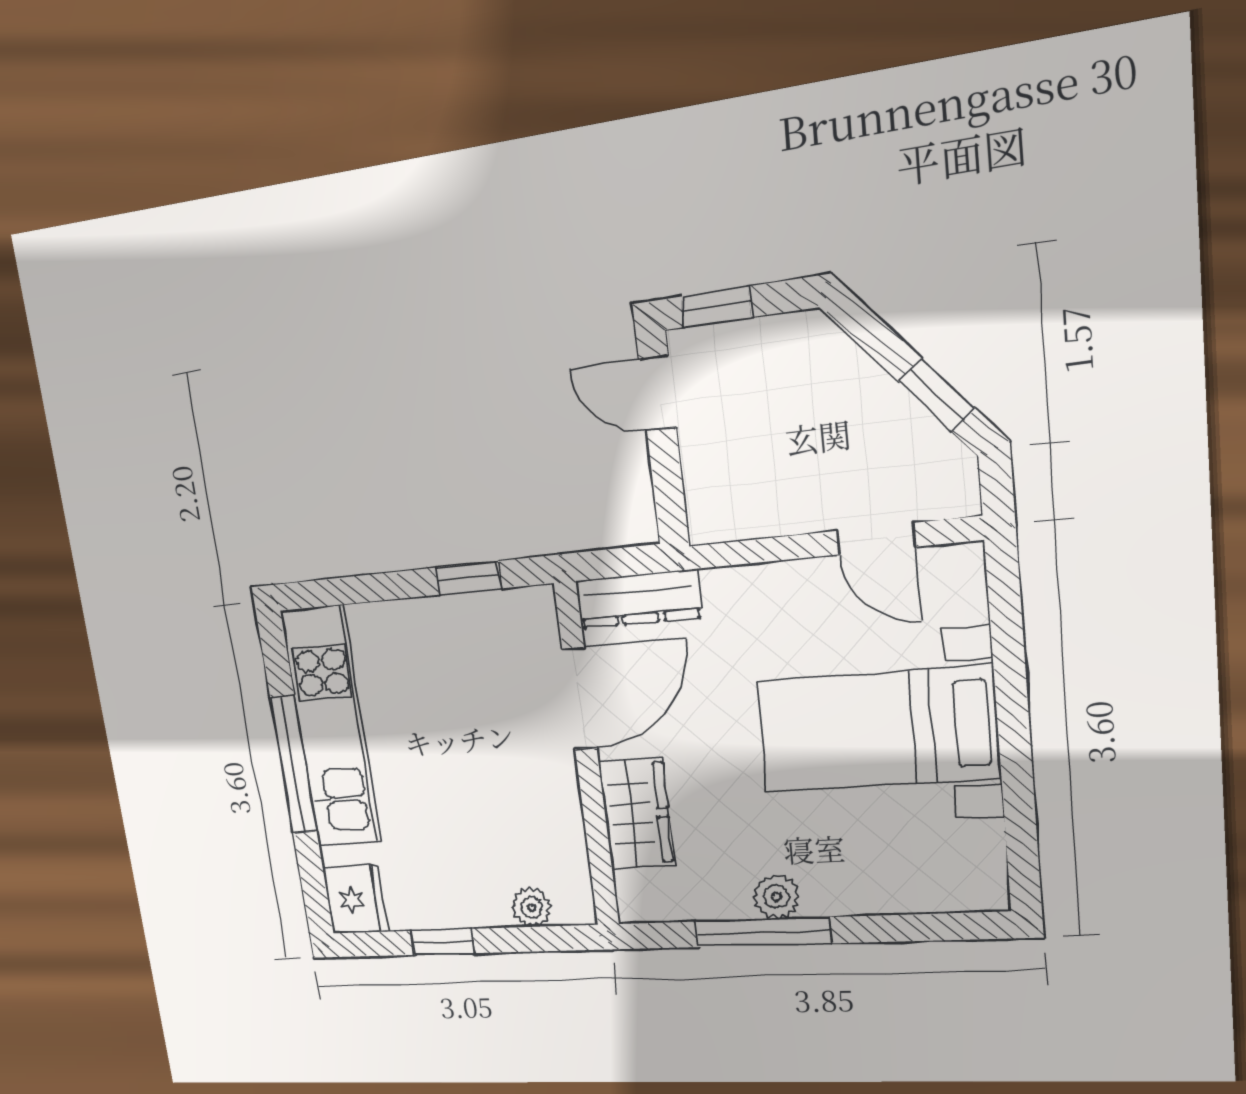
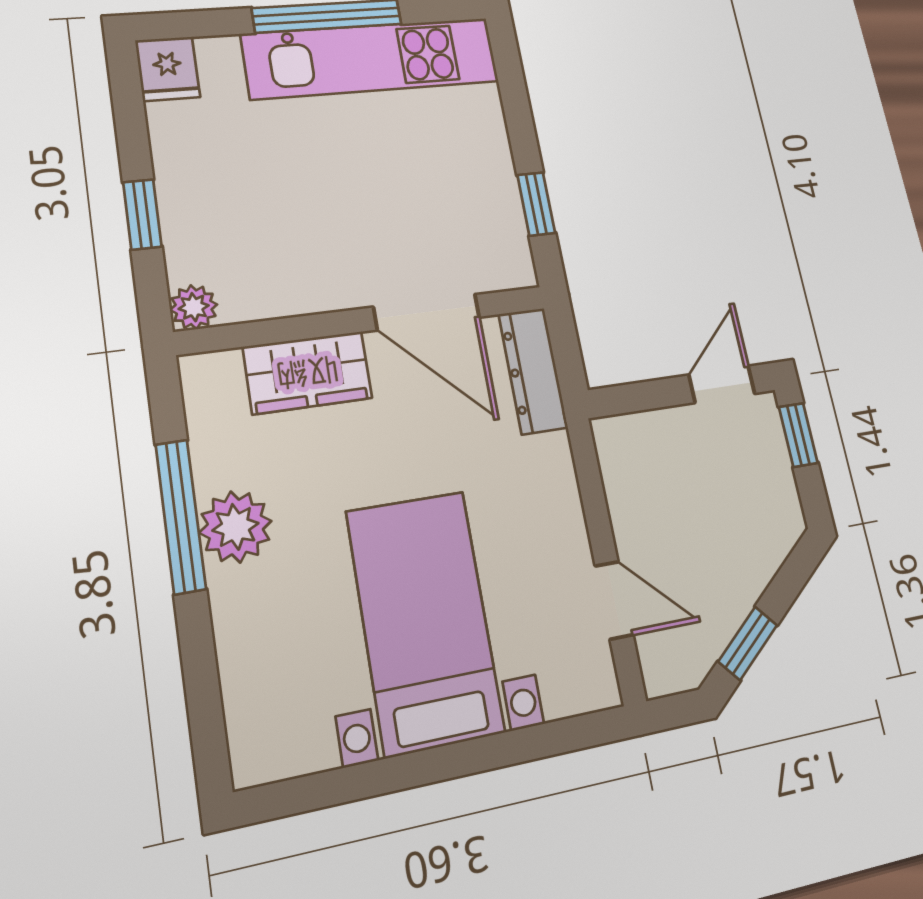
door: (876, 539) -> (614, 600), swing flipped
plant: (776, 897) -> (235, 527), width x1.38, depth x1.38
fridge: (356, 900) -> (168, 69), width x0.72
plant: (532, 907) -> (194, 307), moved
window: (443, 942) -> (142, 214), moved

